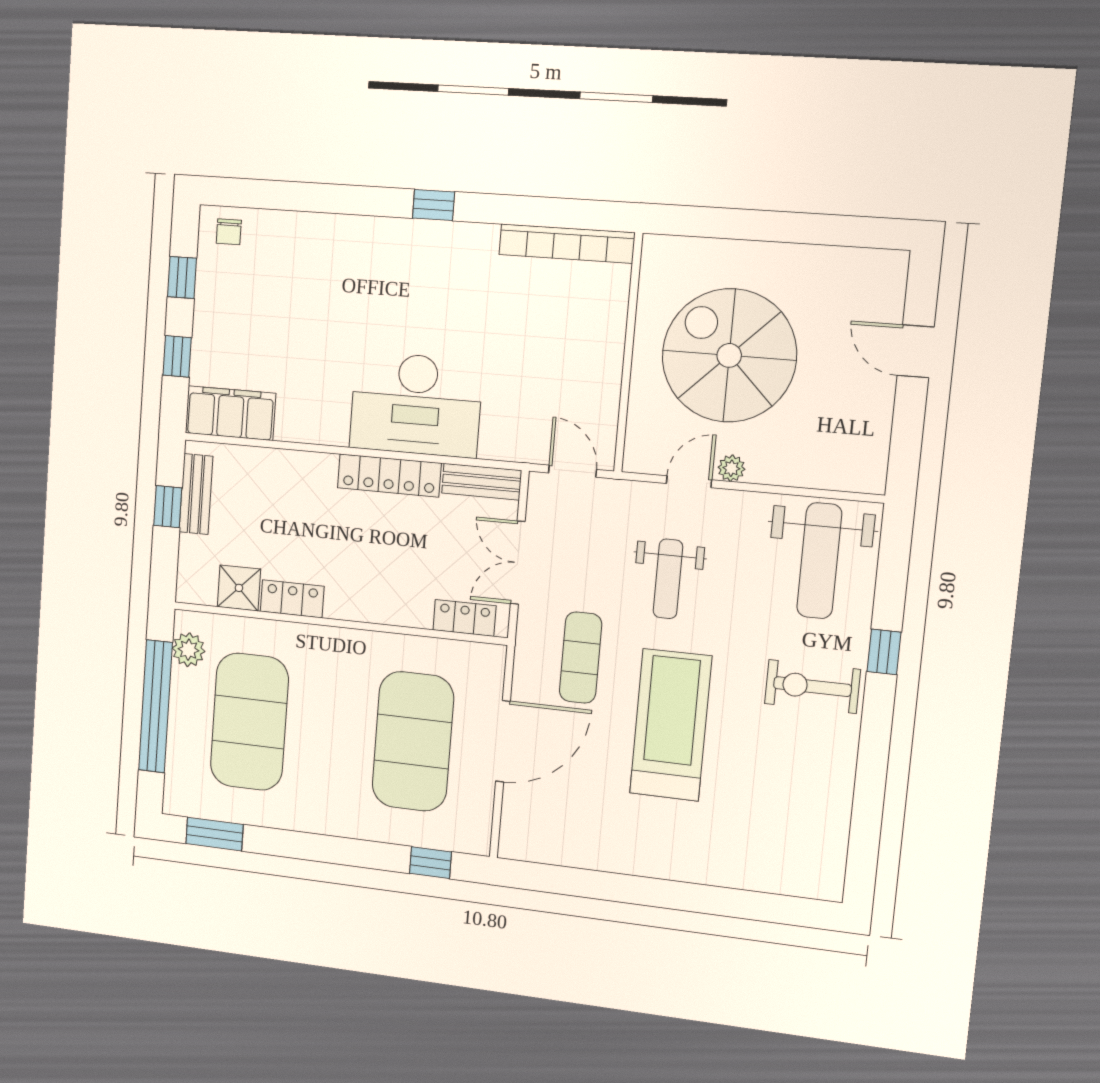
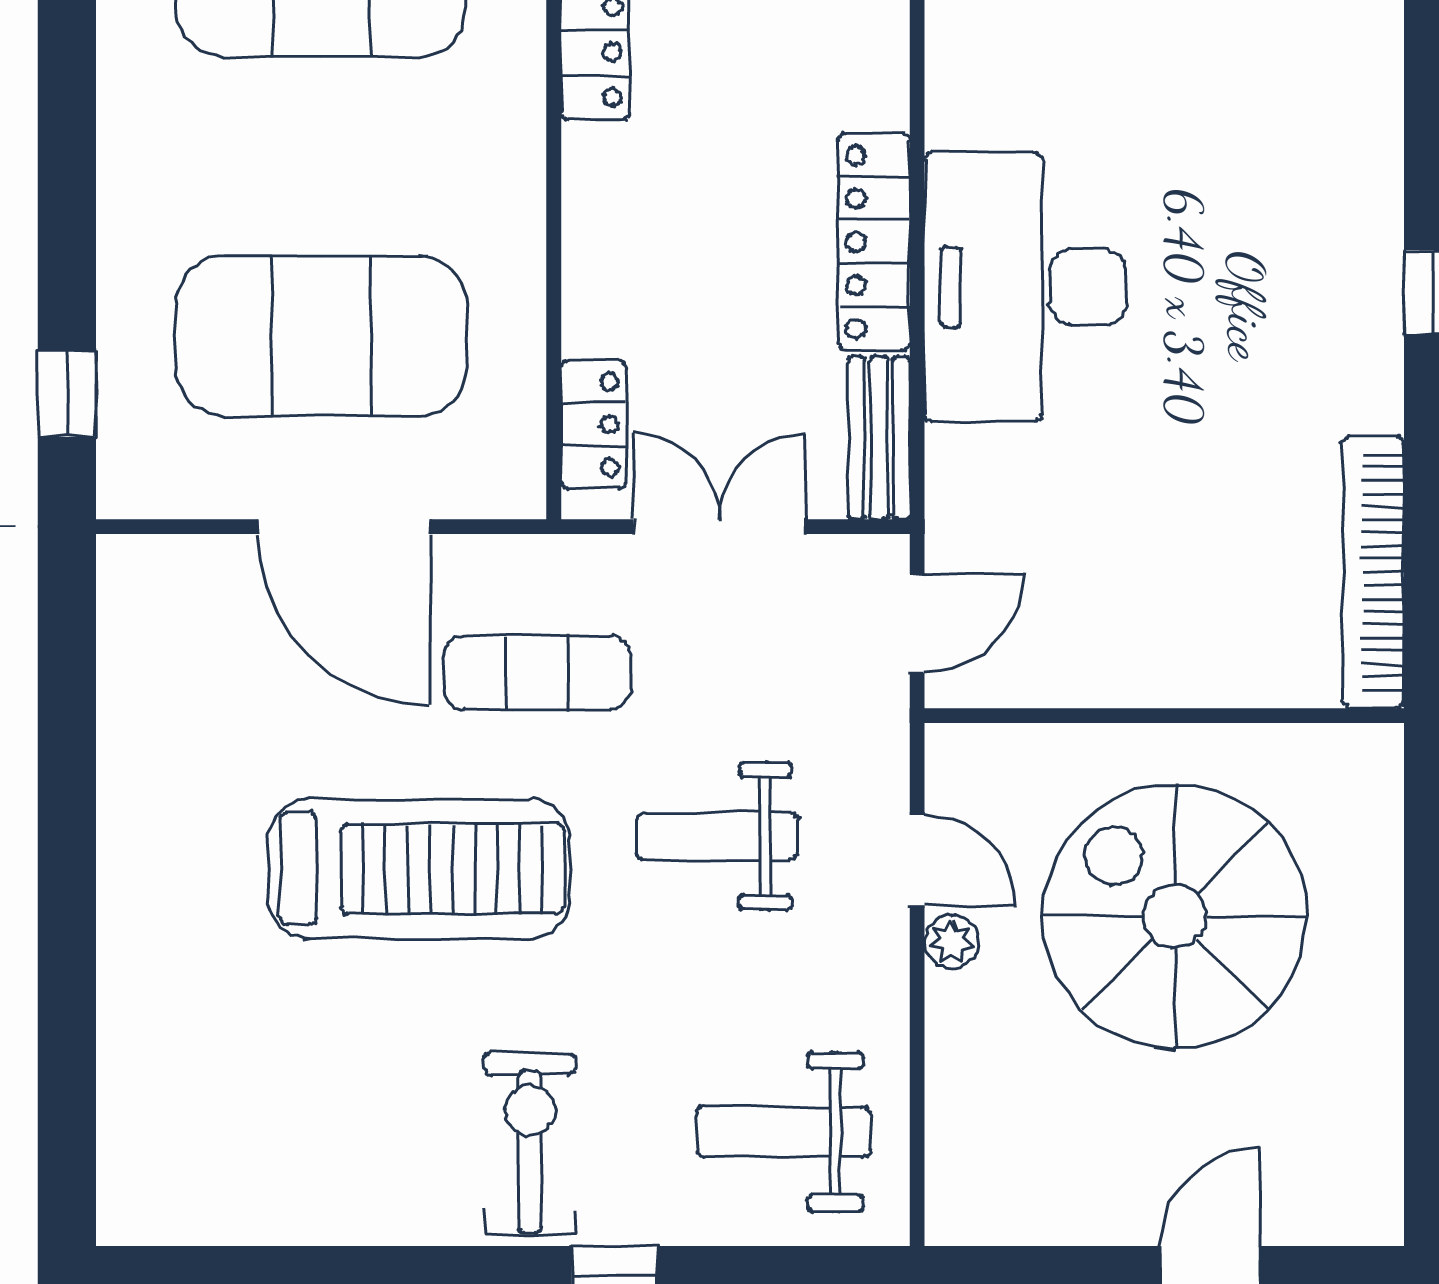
spiral stairs: (729, 355) -> (1175, 917), turned -90
weight bench: (819, 561) -> (783, 1132), width x0.73, depth x0.75

